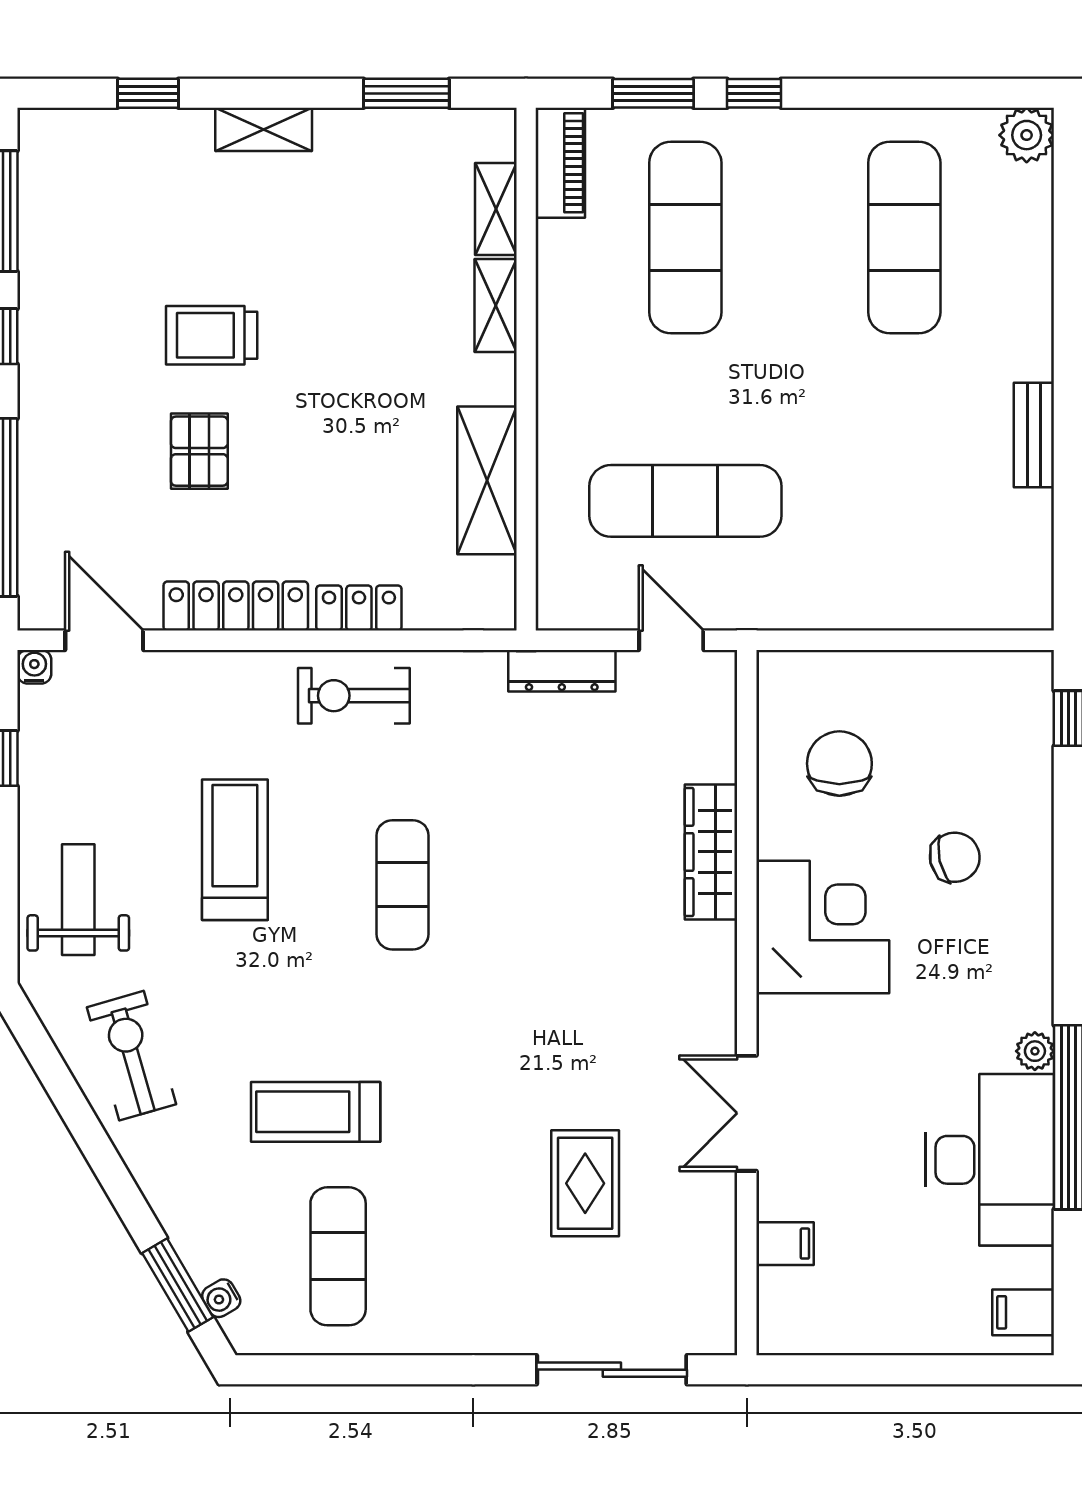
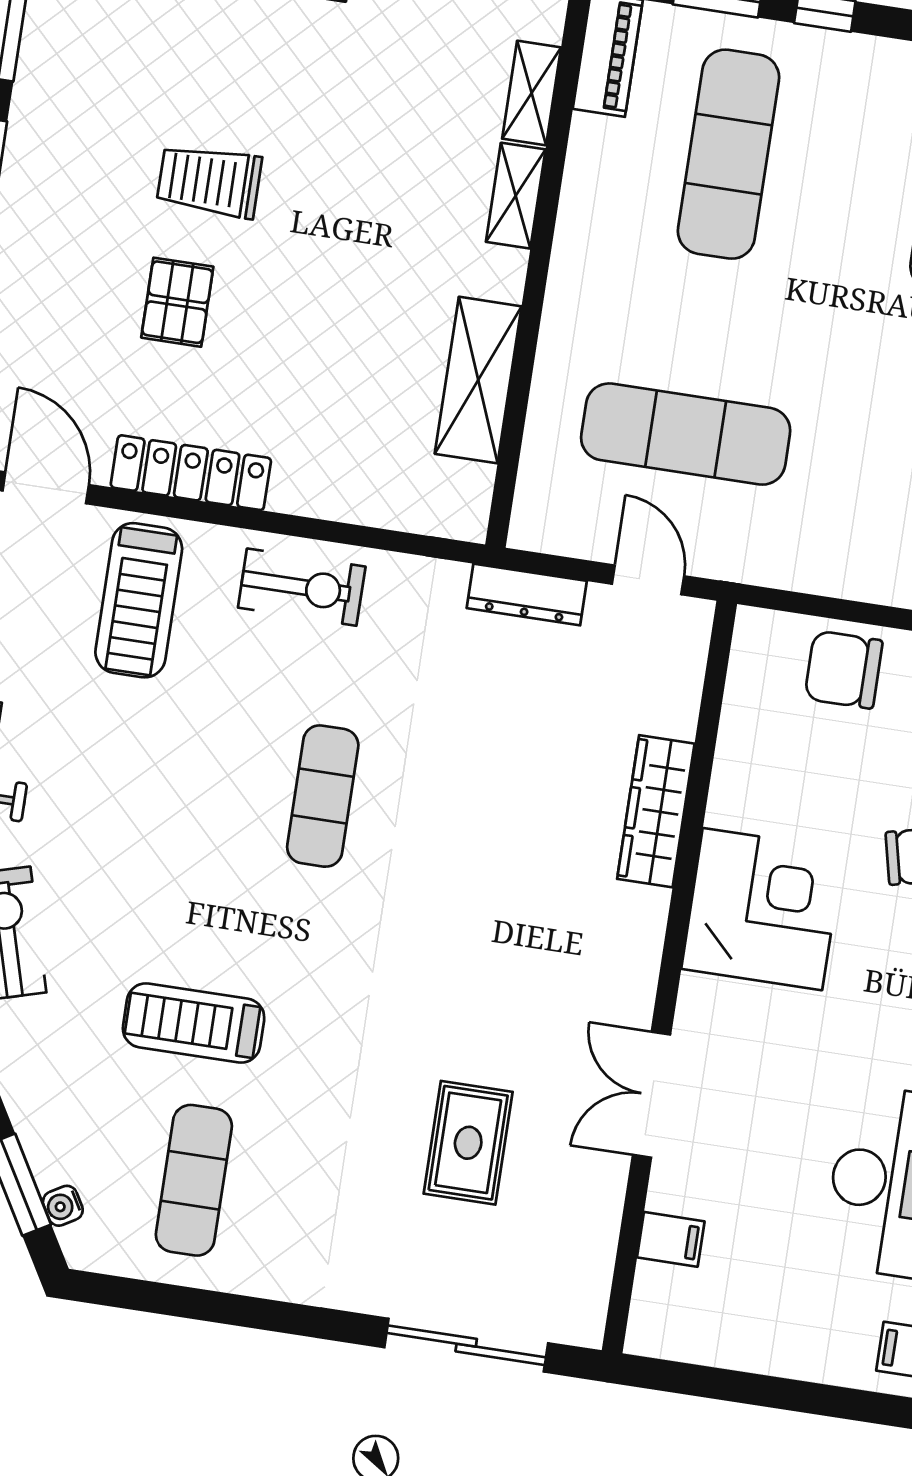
locker: (359, 608) -> (321, 495), removed
exercise bike: (354, 696) -> (302, 587), turned 180
chair: (839, 764) -> (844, 670), moved, turned -90
treadmill: (235, 850) -> (139, 600), moved, turned 180

